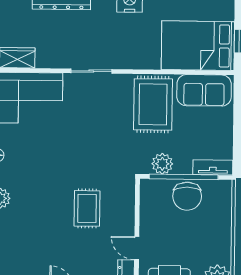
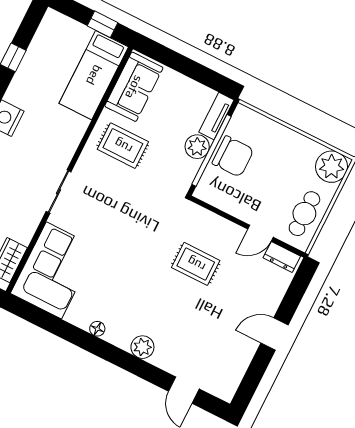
bed: (198, 46) -> (94, 75), width x0.67
rug: (153, 104) -> (123, 146), width x0.73, depth x0.70
plant: (162, 164) -> (197, 147), moved

